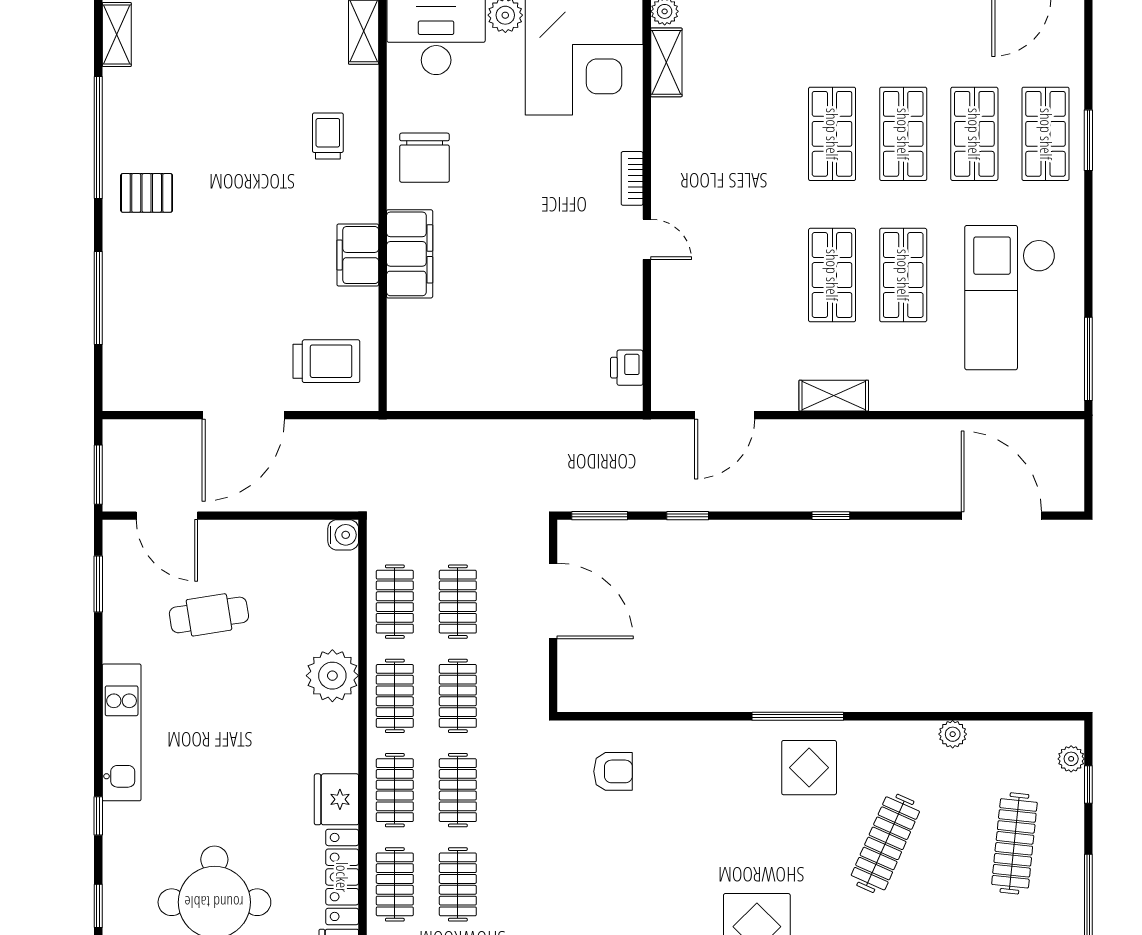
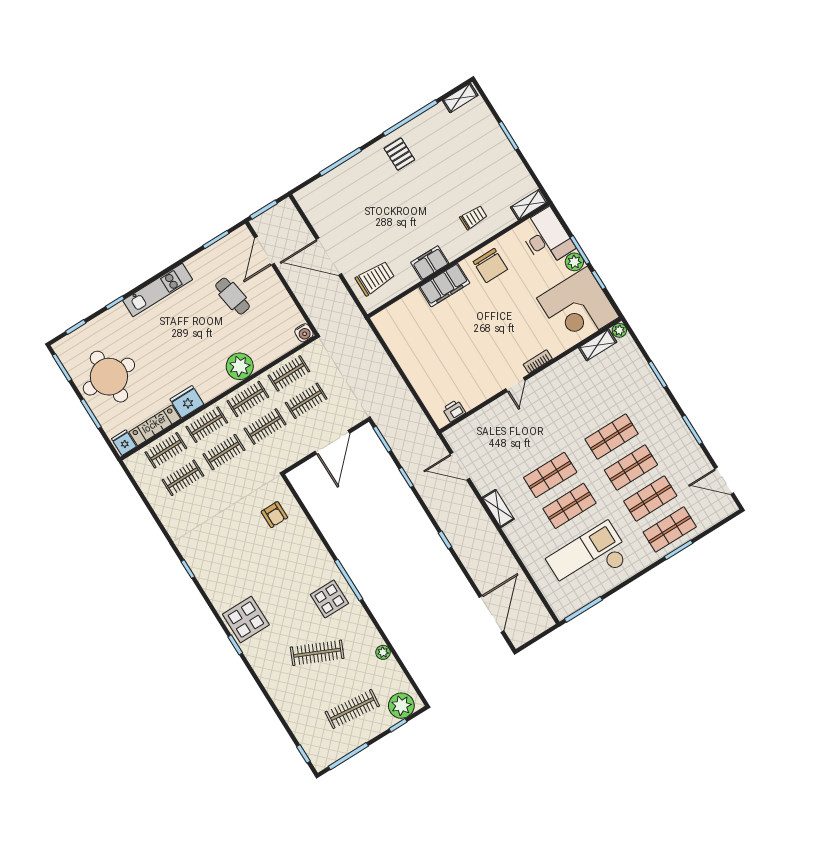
chair: (424, 158) -> (490, 265), turned -90
trolley: (326, 361) -> (375, 278), turned -90
plant: (1071, 759) -> (401, 706), width x1.88, depth x1.88

